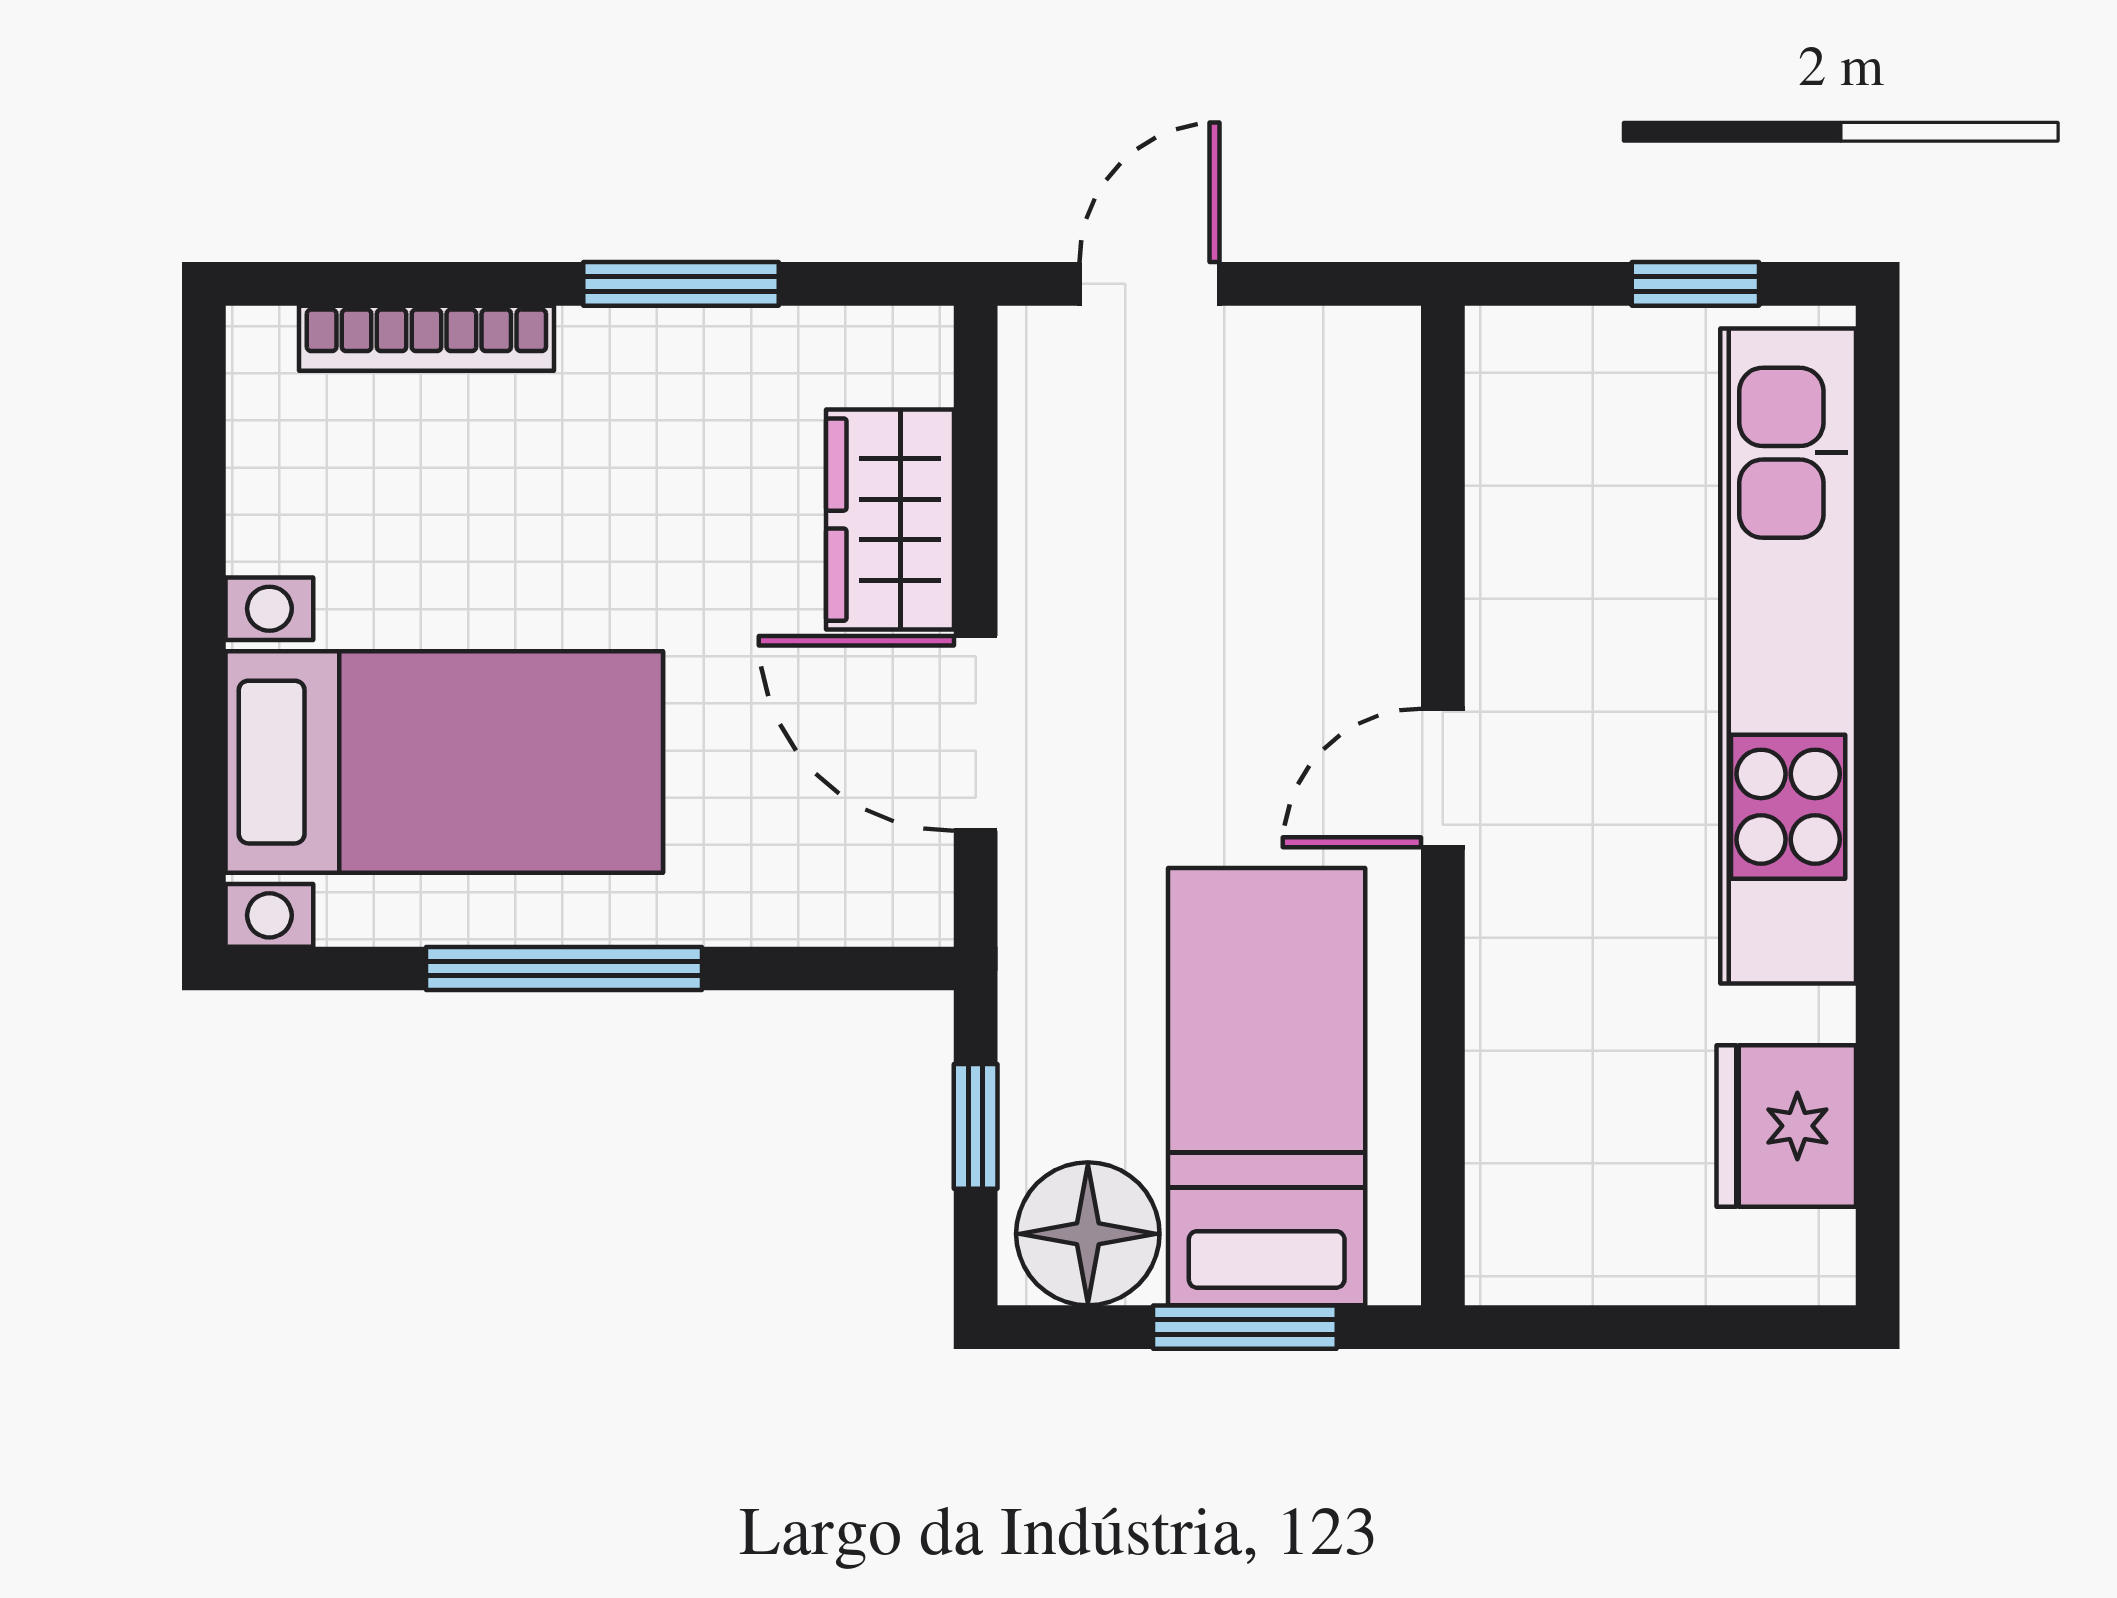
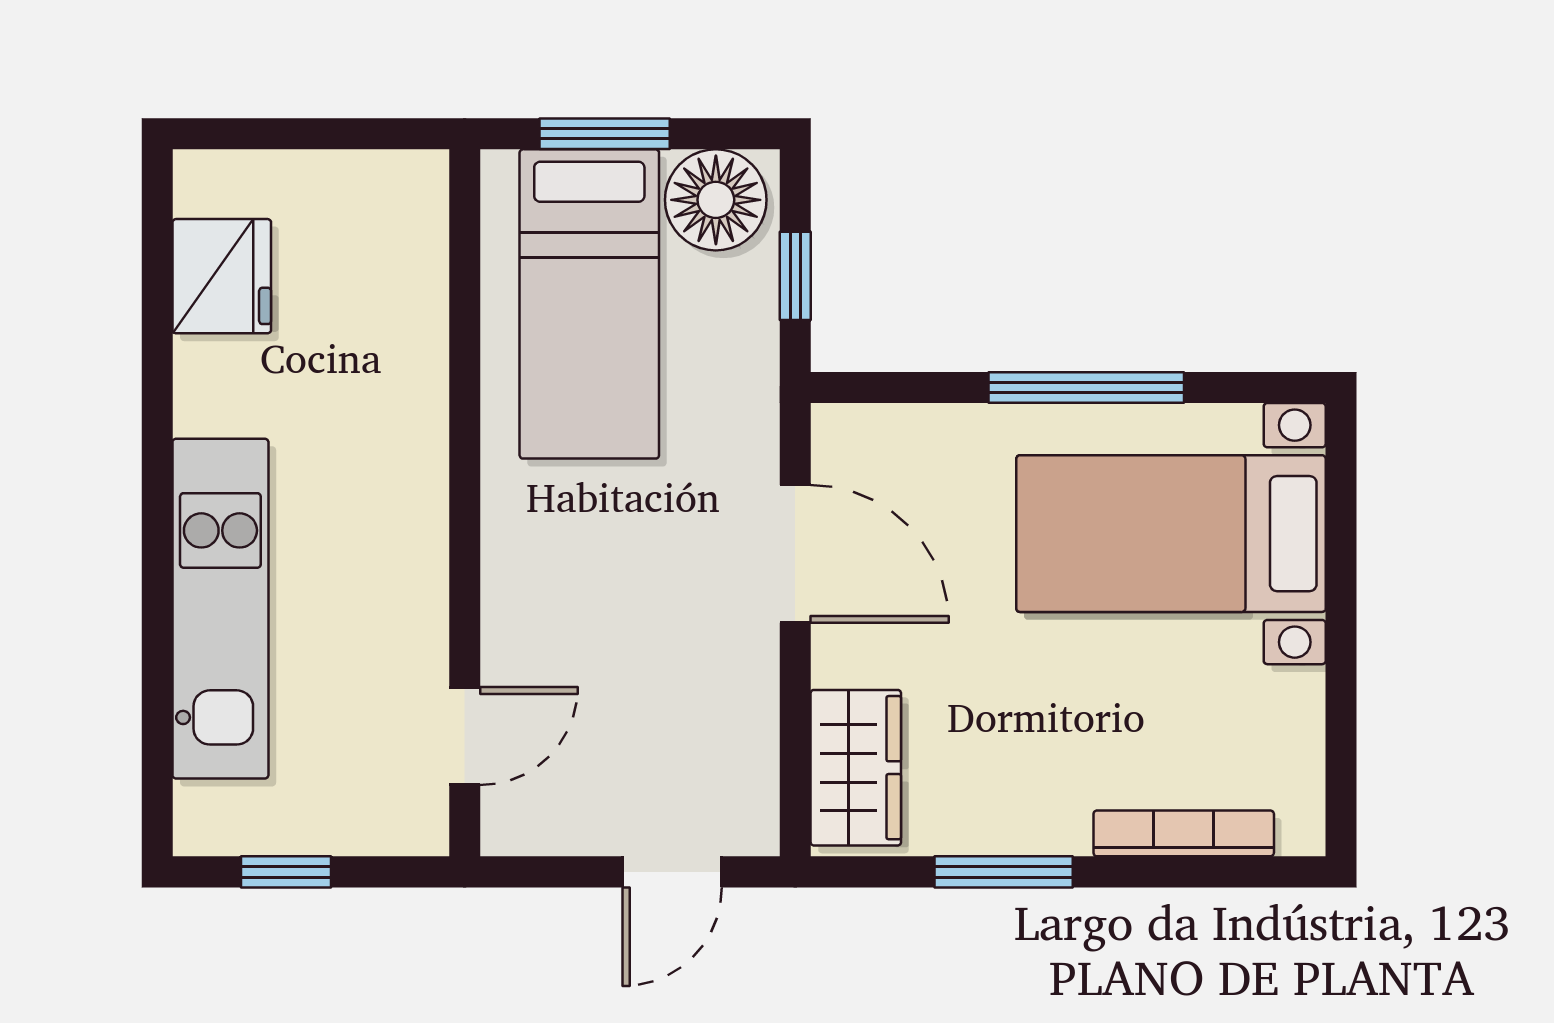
wardrobe: (890, 520) -> (856, 768), moved
kitchen unit: (1788, 656) -> (220, 609), width x0.73
door: (1443, 778) -> (465, 736), moved

